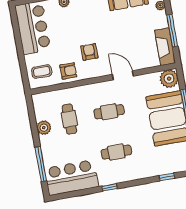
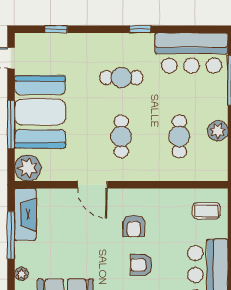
armchair: (68, 71) -> (141, 265), moved
cafe table: (109, 112) -> (121, 136), turned 90

